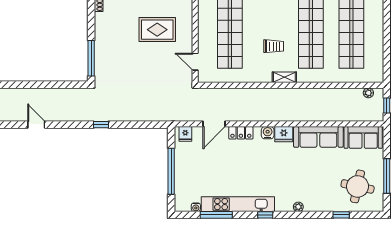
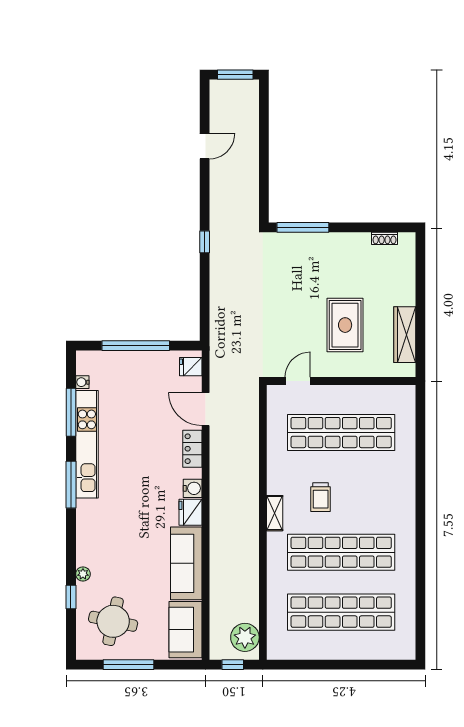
plant: (368, 93) -> (245, 637), width x1.88, depth x1.88
plant: (298, 207) -> (83, 574), moved
window: (265, 215) -> (71, 485), width x2.17

